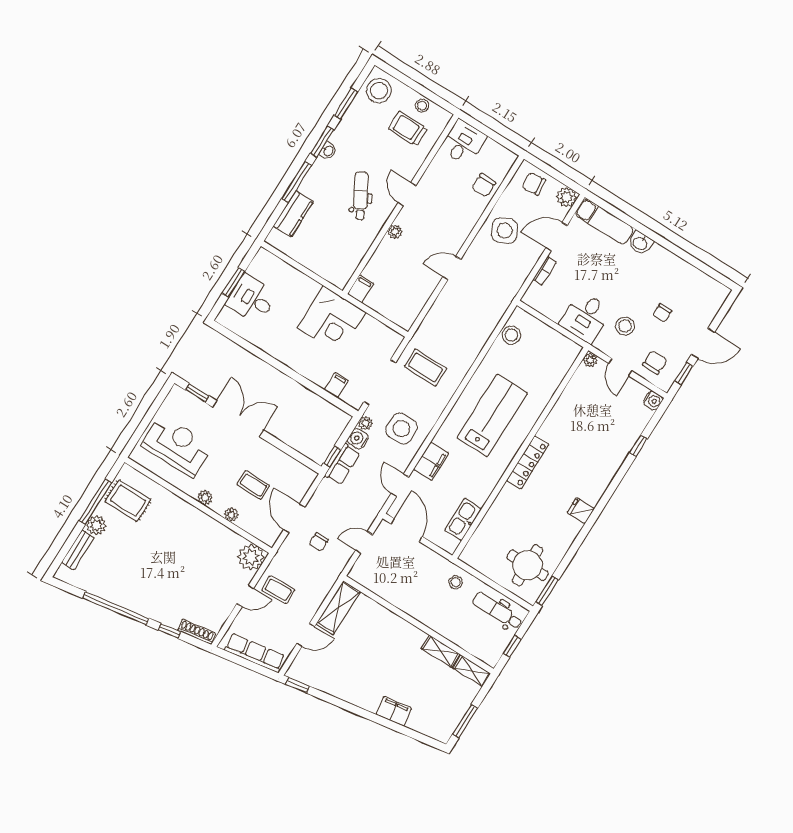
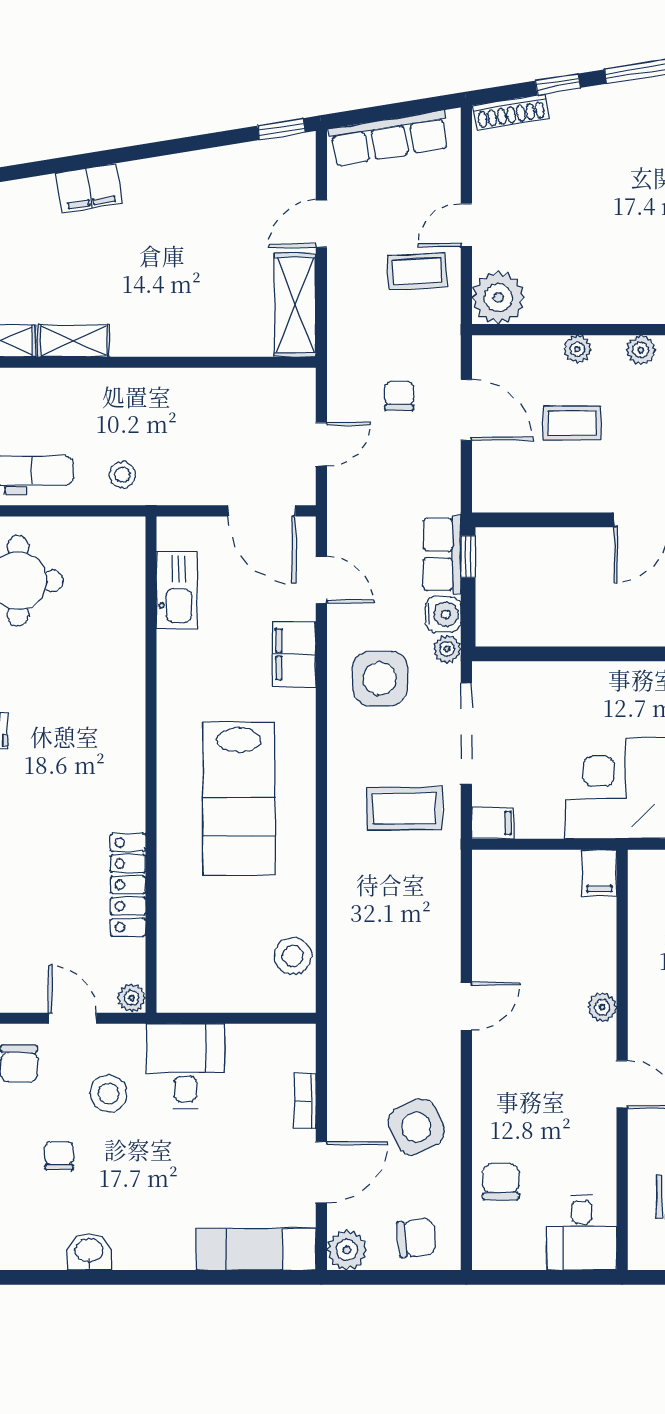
washbasin: (640, 243) -> (89, 1251), moved
filing cabinet: (336, 385) -> (493, 823), moved, turned -90
locker: (528, 462) -> (128, 885), moved

